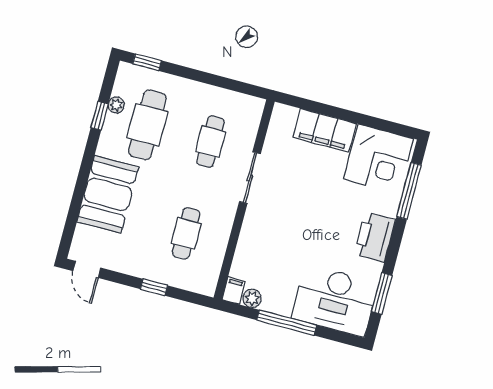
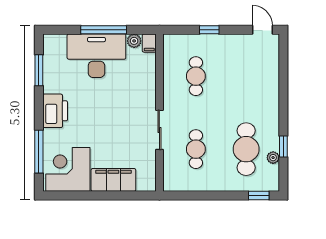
booth: (108, 194) -> (262, 90), removed
desk: (335, 300) -> (96, 56), moved

